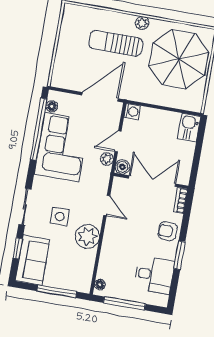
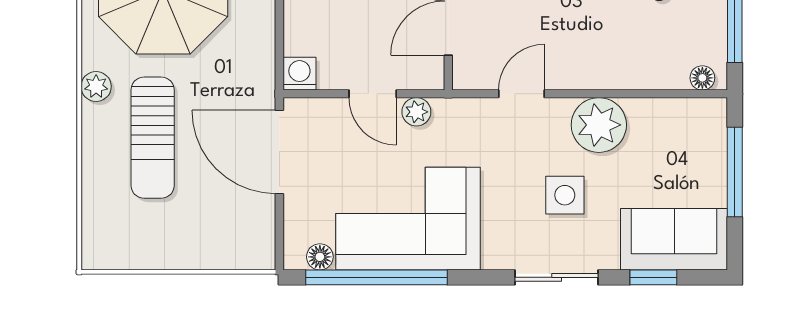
boiler: (122, 167) -> (428, 74), removed

